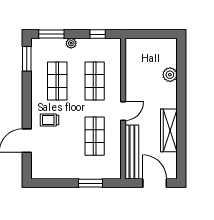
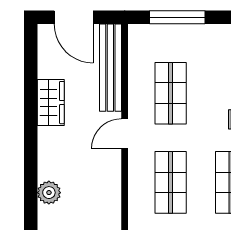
wardrobe: (169, 130) -> (51, 103), width x0.67
window: (90, 183) -> (177, 17), width x1.44

